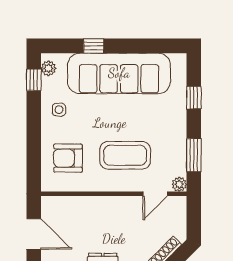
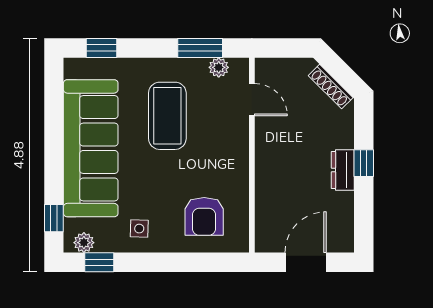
window: (94, 46) -> (54, 218), moved
window: (194, 98) -> (102, 48), moved
coffee table: (125, 155) -> (167, 116), moved
plant: (179, 184) -> (219, 67), moved

